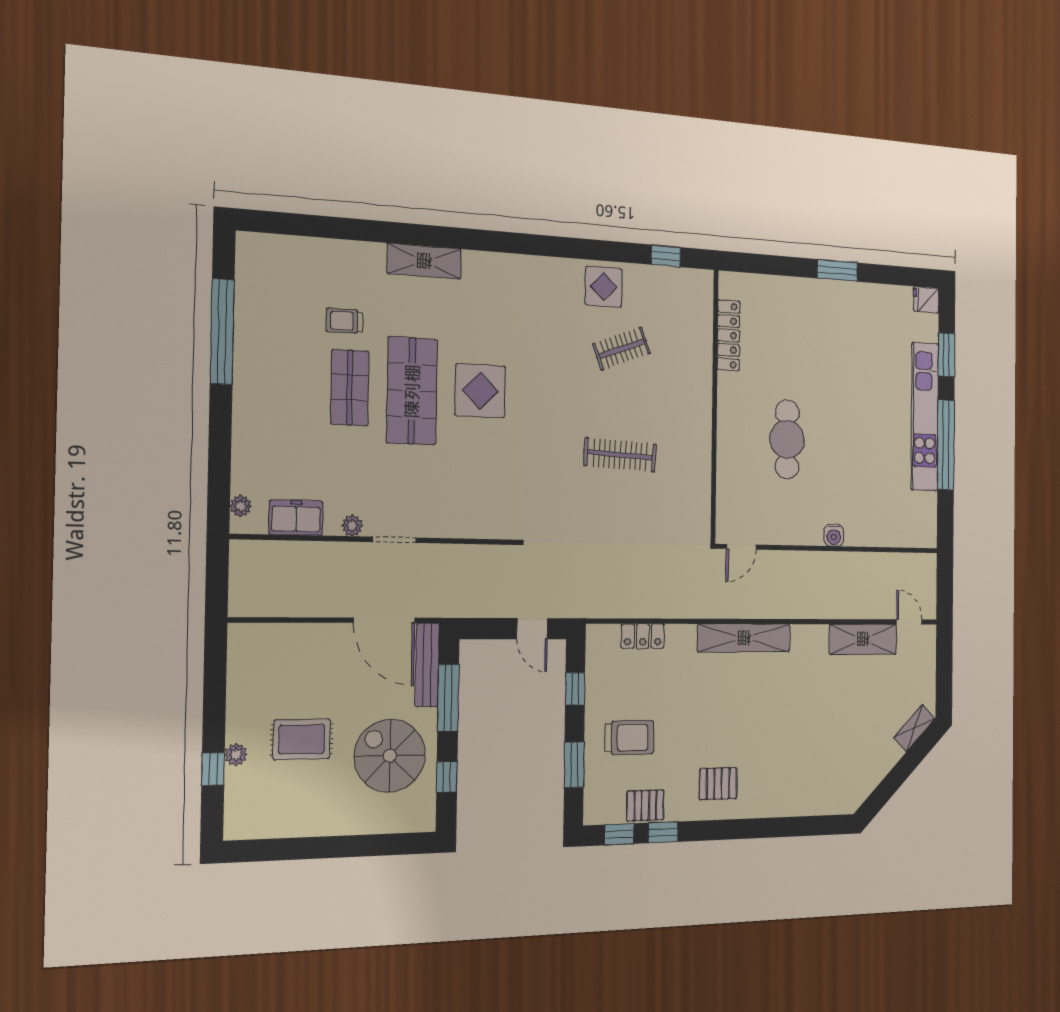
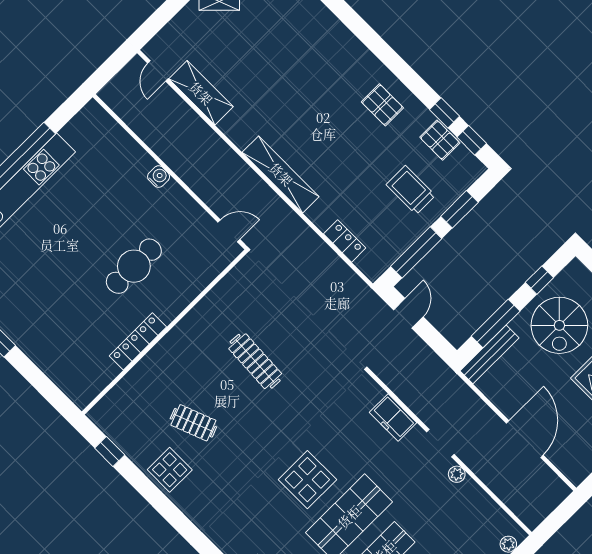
locker: (728, 335) -> (138, 341), moved
freezer: (296, 518) -> (393, 417), moved
door: (384, 620) -> (525, 439), moved
window: (575, 689) -> (416, 252), width x2.17

